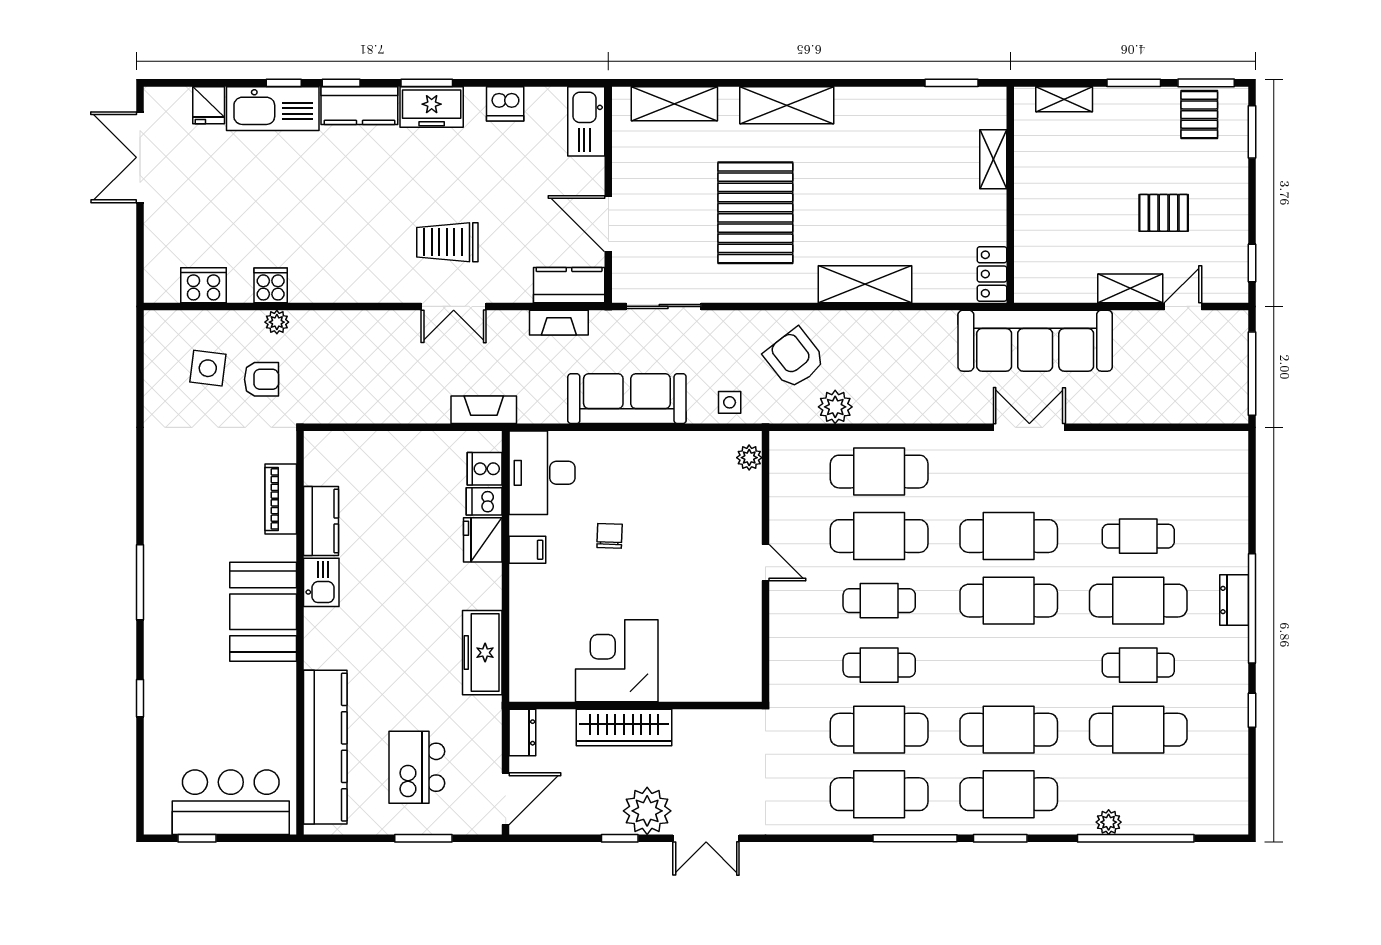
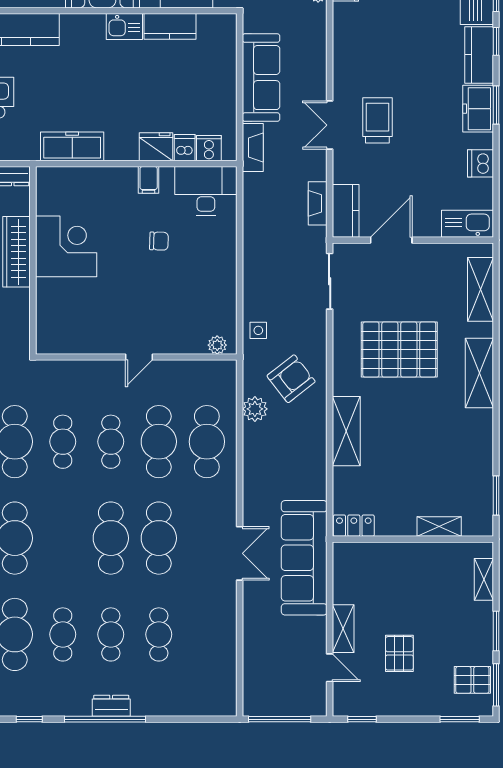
sofa: (627, 399) -> (261, 78), moved
cafe table: (1138, 601) -> (111, 634), width x0.73, depth x0.74

